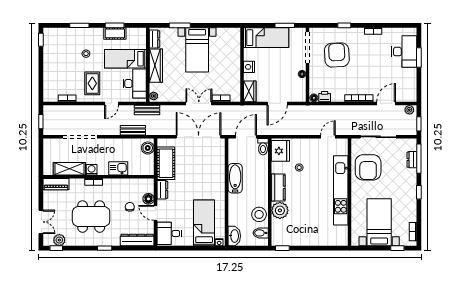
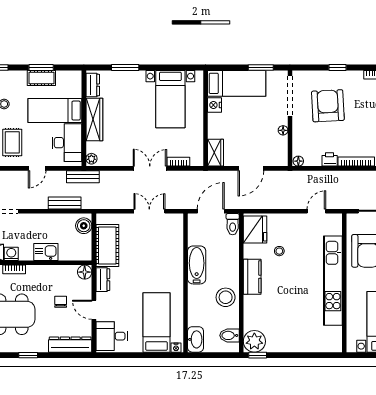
bed with nightstands: (197, 50) -> (170, 99), moved
nightstand: (249, 67) -> (215, 105), moved
printer: (325, 97) -> (330, 159), moved
double door: (199, 137) -> (149, 211), width x0.54
floor lamp: (148, 199) -> (85, 272), moved
plant: (280, 210) -> (254, 341), moved
stool: (259, 214) -> (226, 297), moved

